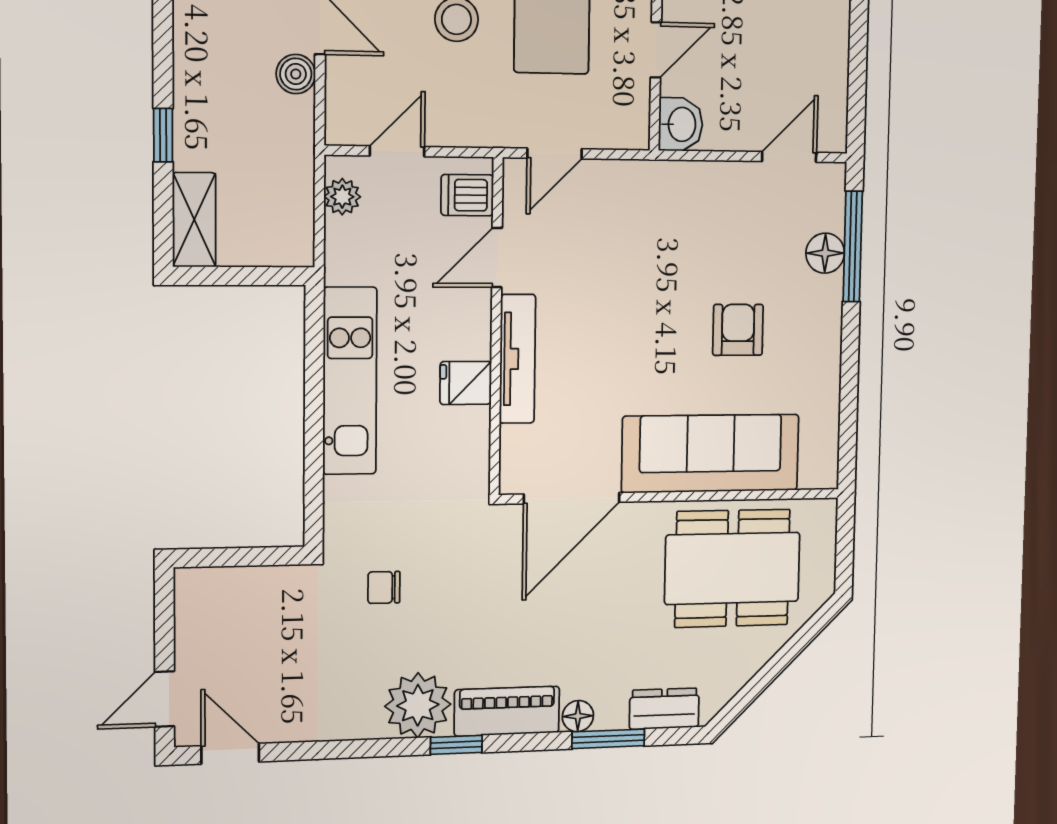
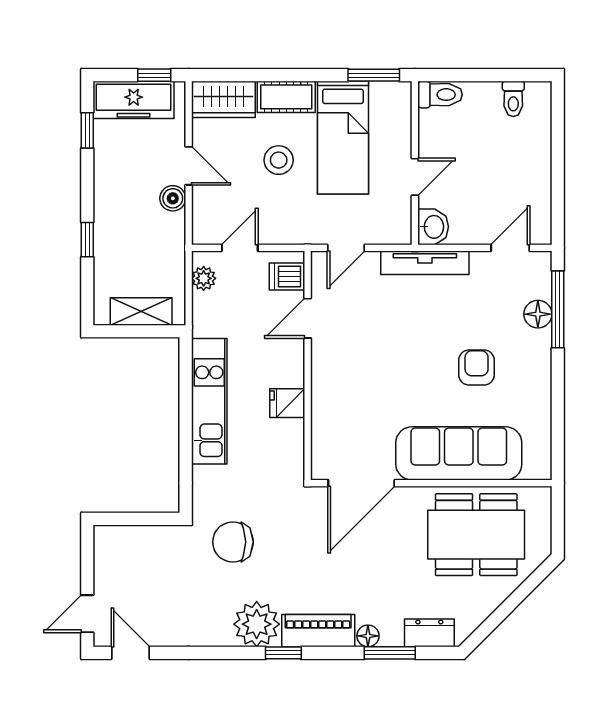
shelving: (194, 220) -> (141, 311), moved, turned 90
tv unit: (518, 359) -> (425, 263), moved, turned 90
chair: (384, 587) -> (233, 542), width x1.87, depth x1.87

